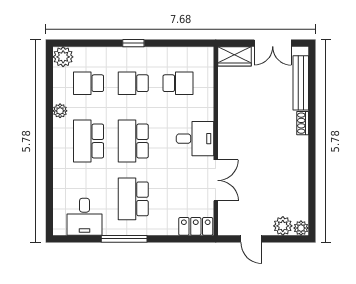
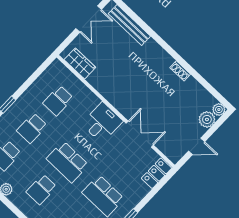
wardrobe: (235, 56) -> (80, 64), moved, turned -90
school desk: (178, 83) -> (58, 101), turned 180
shoe rack: (303, 123) -> (180, 71), moved
school desk: (89, 141) -> (41, 189), width x0.54

